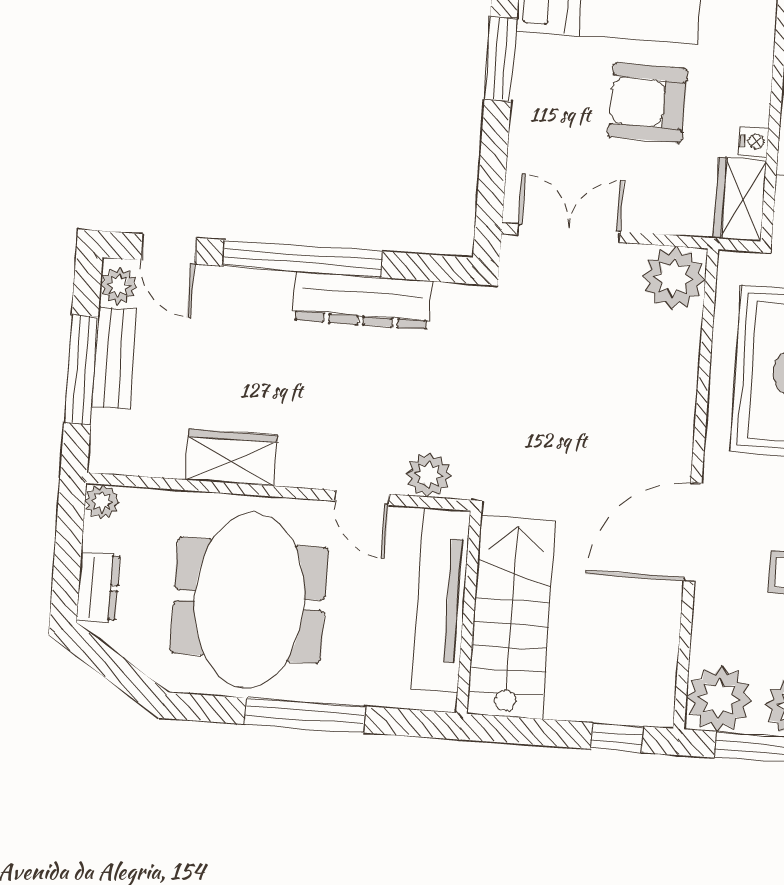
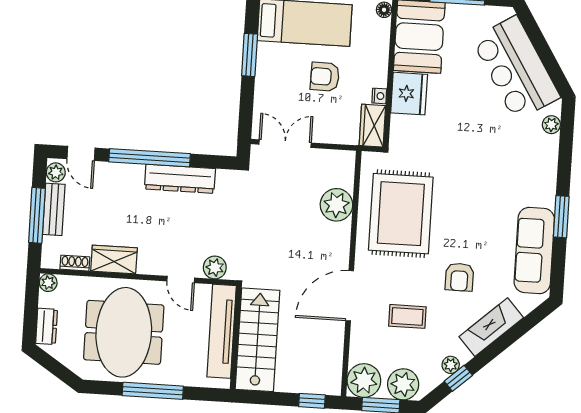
armchair: (648, 103) -> (325, 77), width x0.72, depth x0.72
plant: (674, 278) -> (336, 205), moved
shoe rack: (155, 464) -> (75, 263), added

